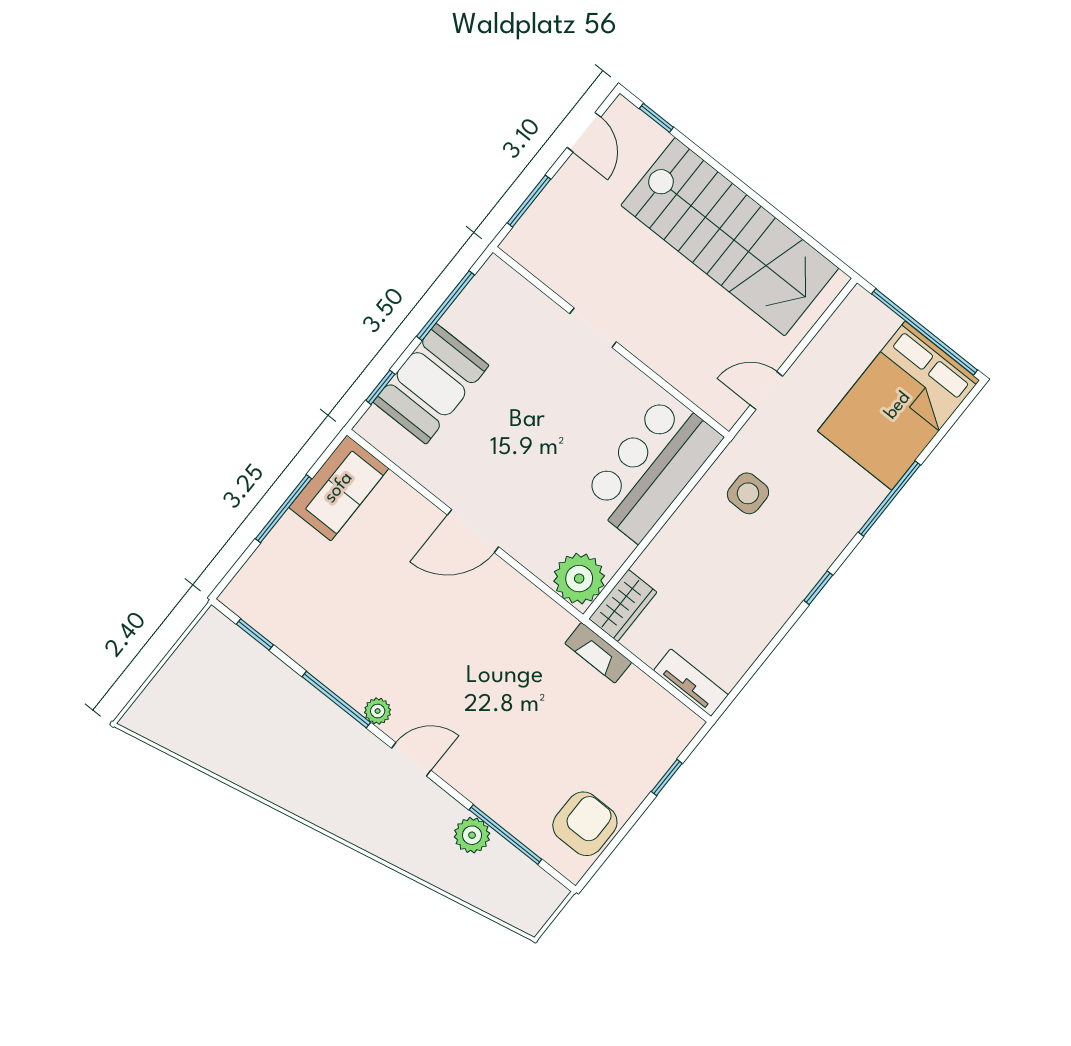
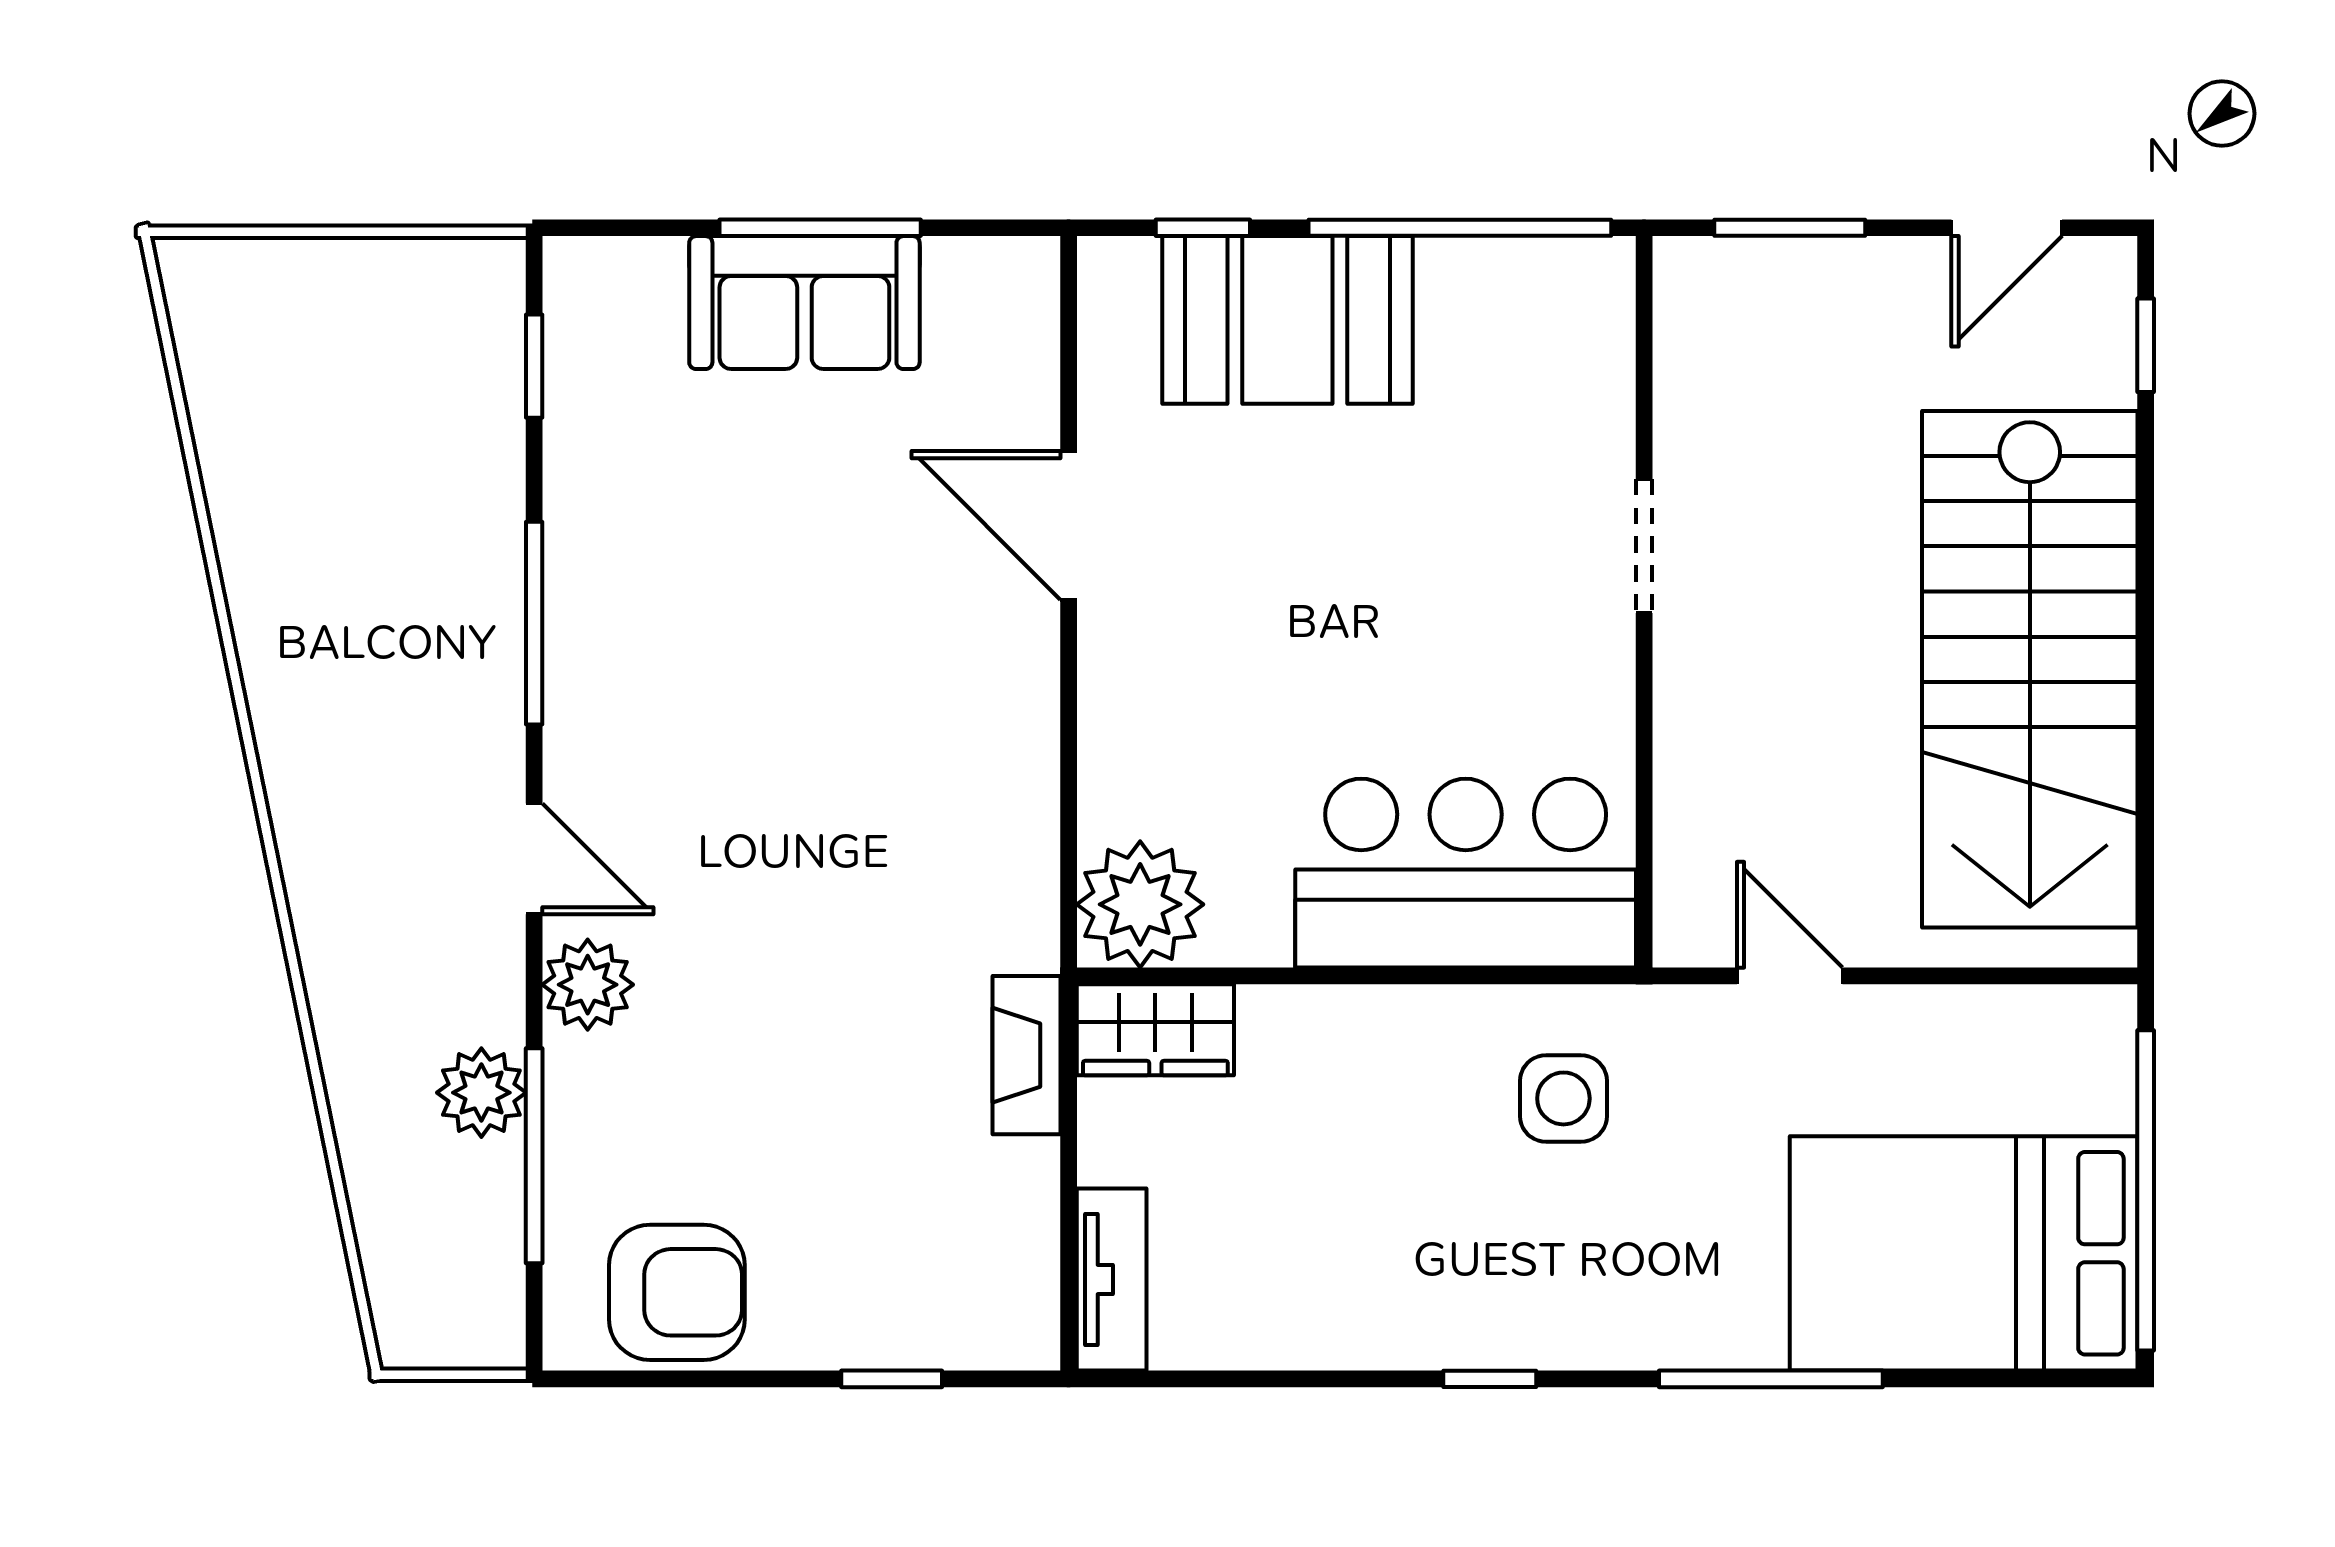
window: (445, 306) -> (1460, 228), width x1.46
sofa: (339, 488) -> (804, 303), moved
door: (473, 531) -> (1069, 525), moved
plant: (378, 711) -> (588, 985), moved, width x1.38, depth x1.38

